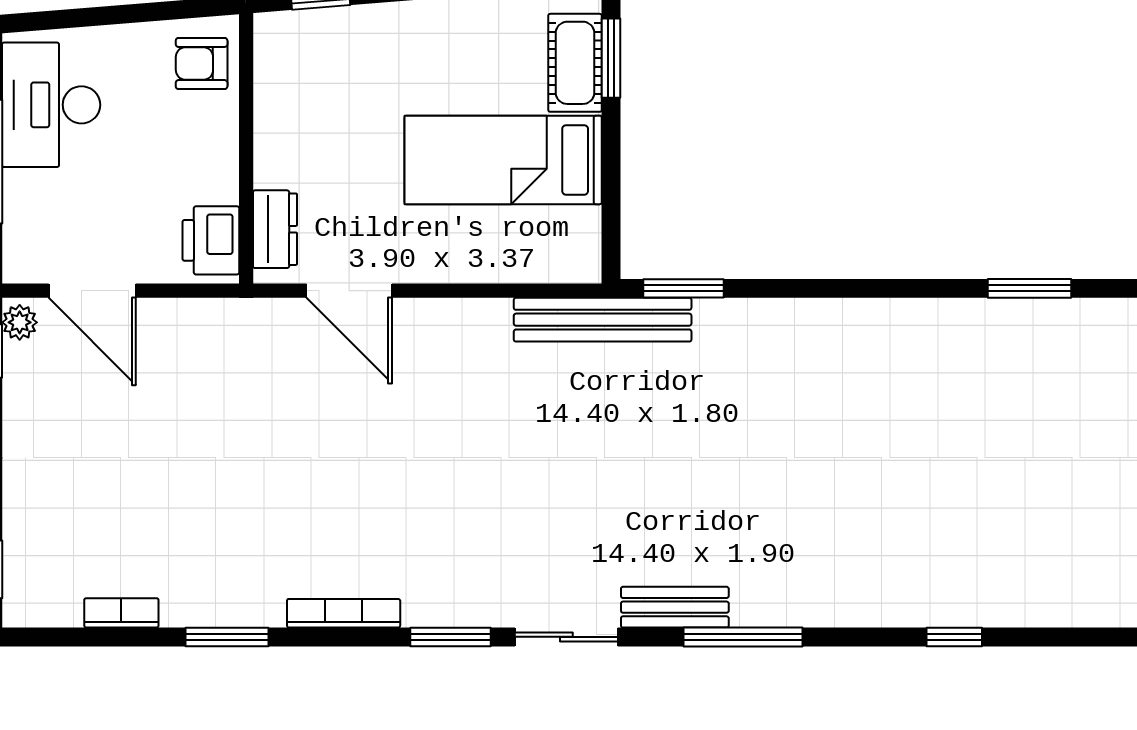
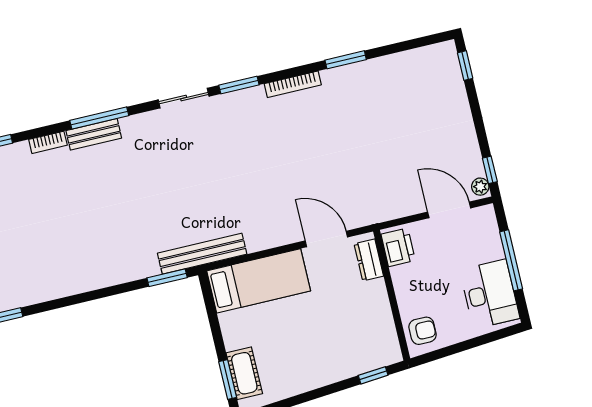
bed: (503, 160) -> (259, 281), moved
bench: (675, 607) -> (94, 134), moved
bookcase: (121, 613) -> (48, 142), moved

